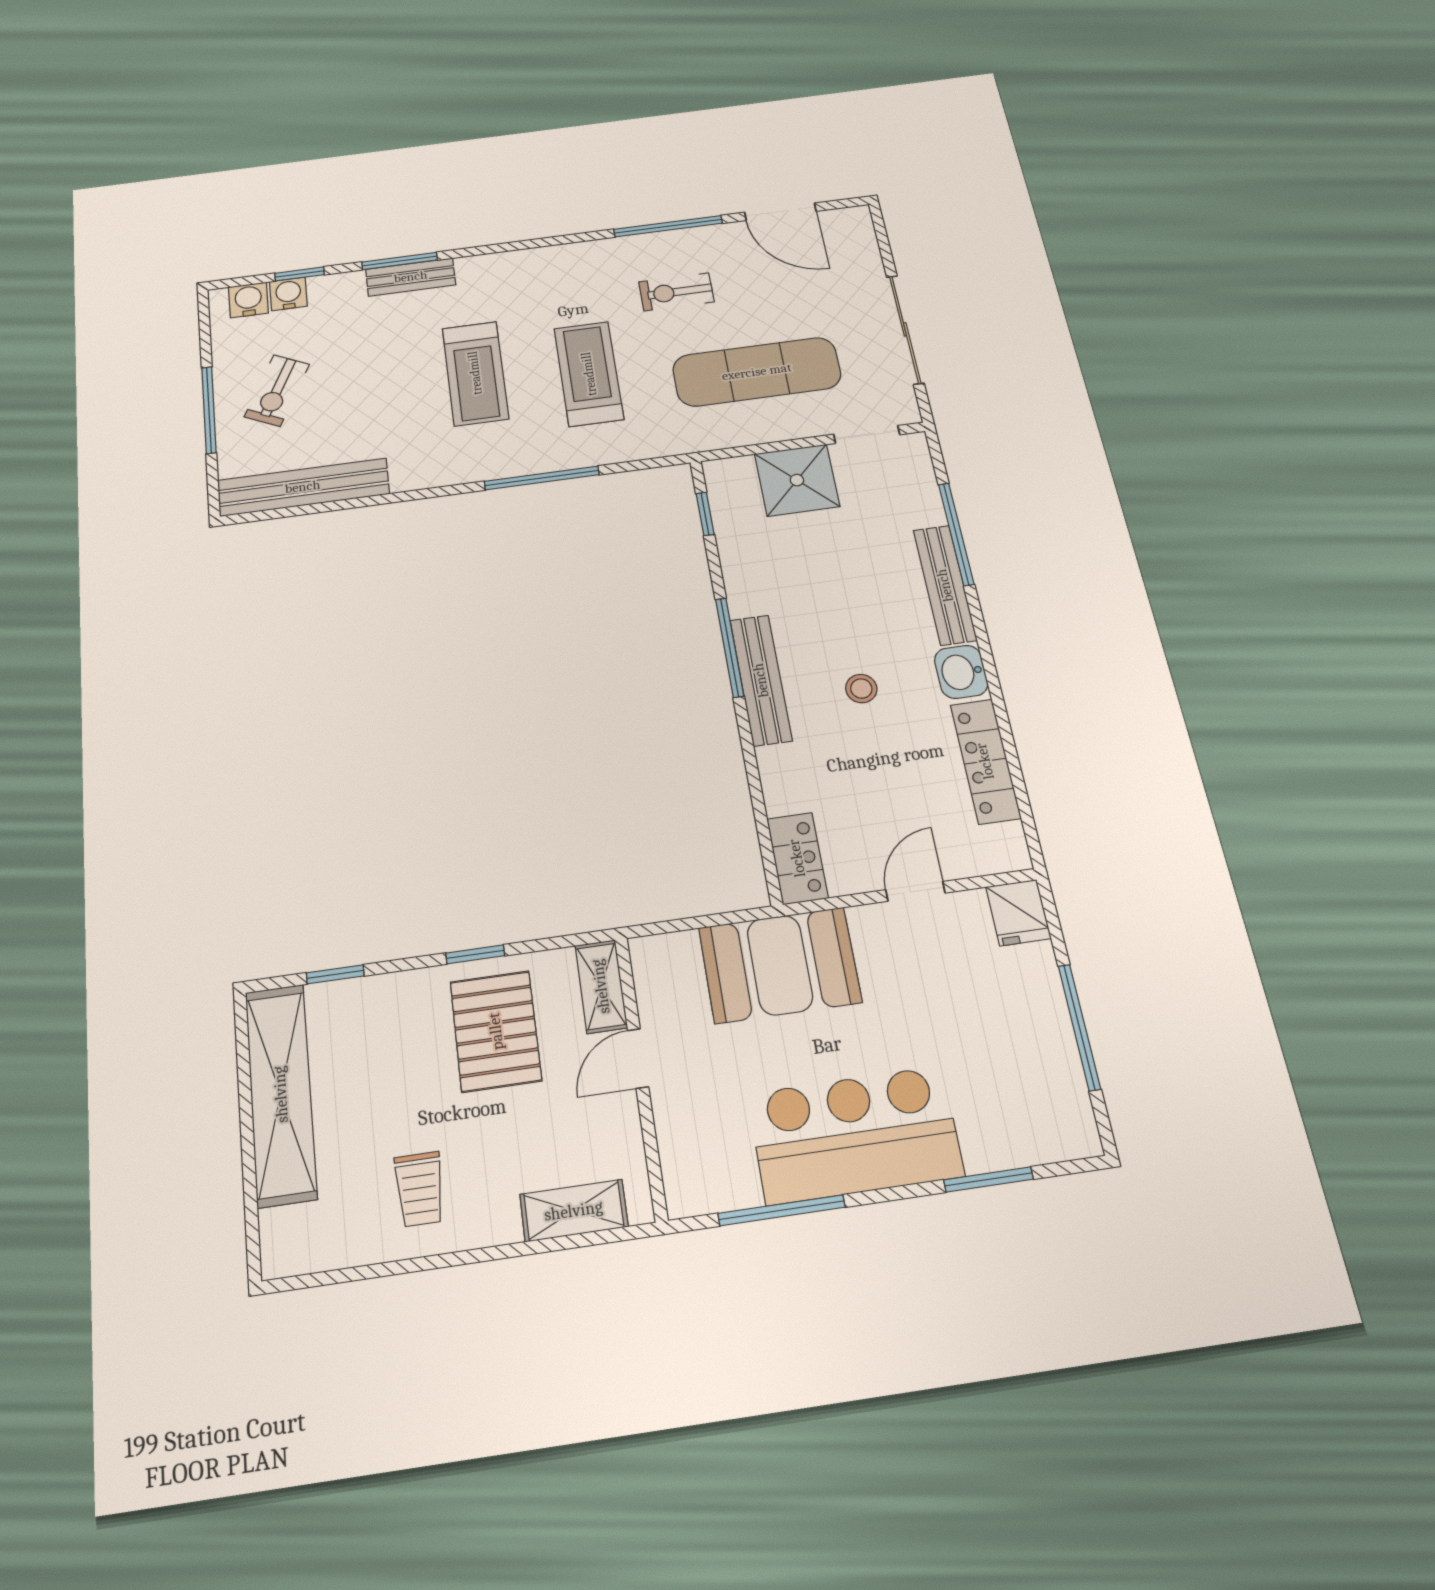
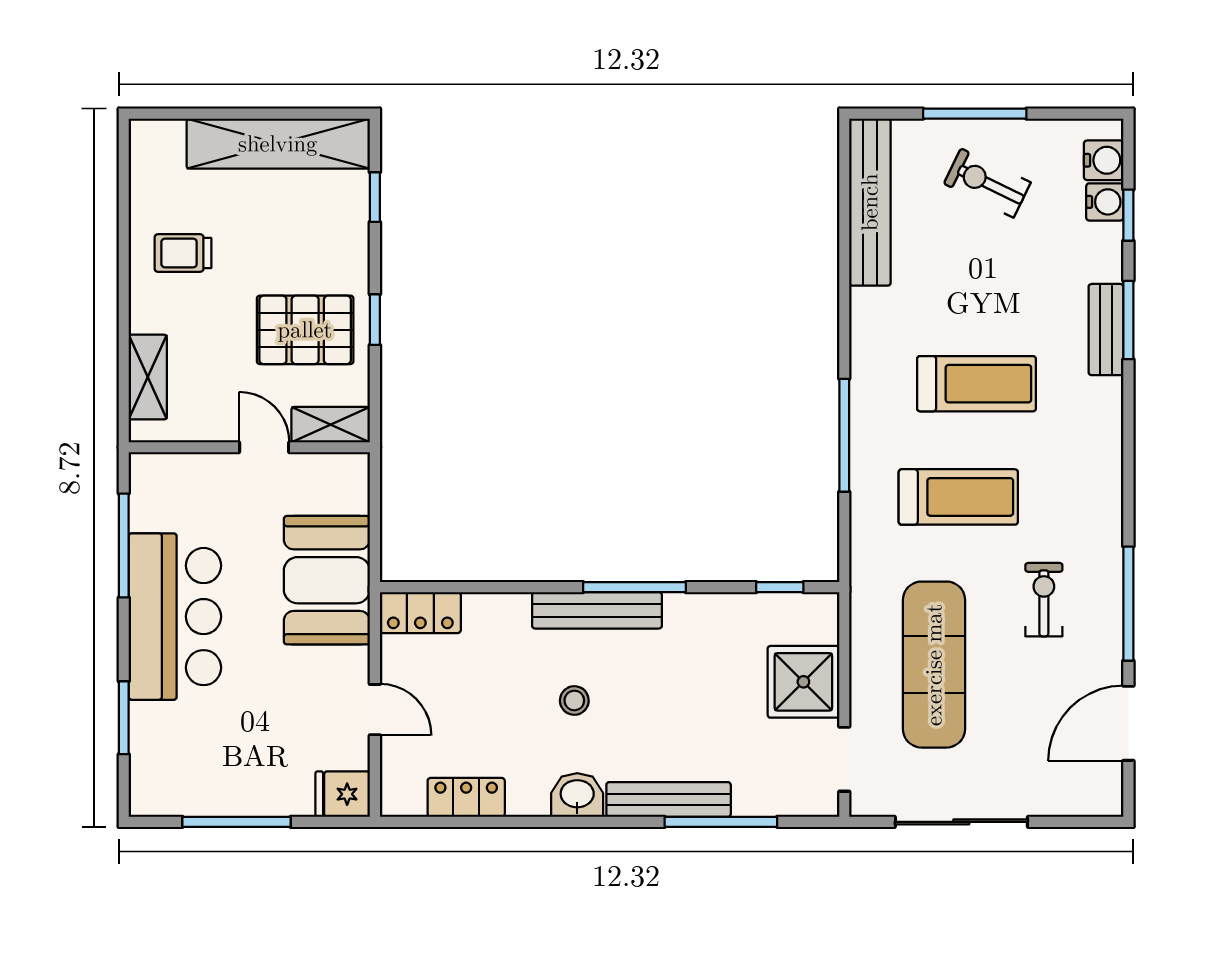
treadmill: (475, 373) -> (977, 384), turned 180
locker: (985, 761) -> (466, 797), width x0.66

